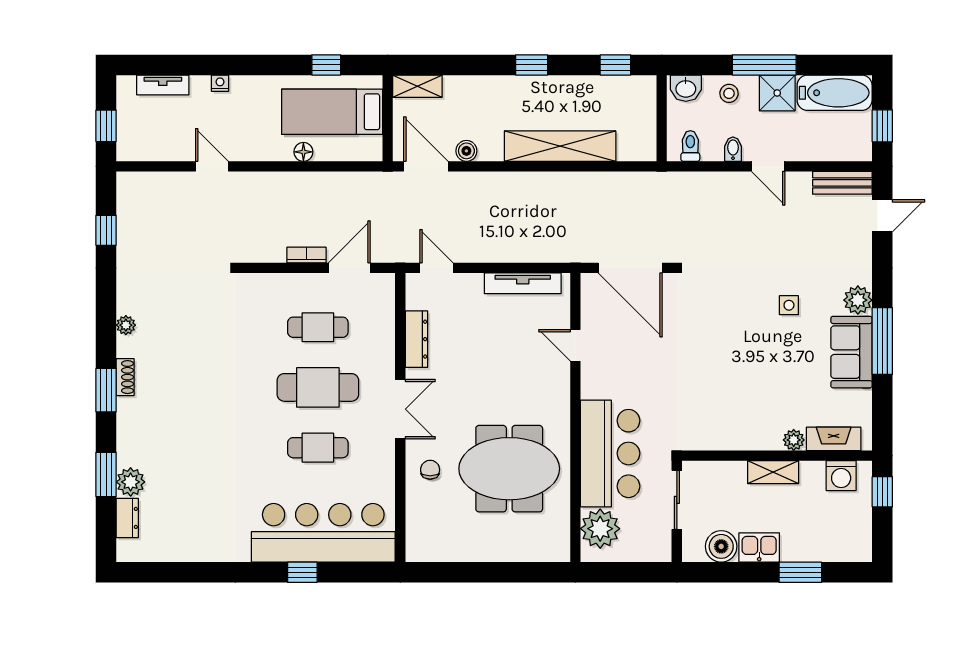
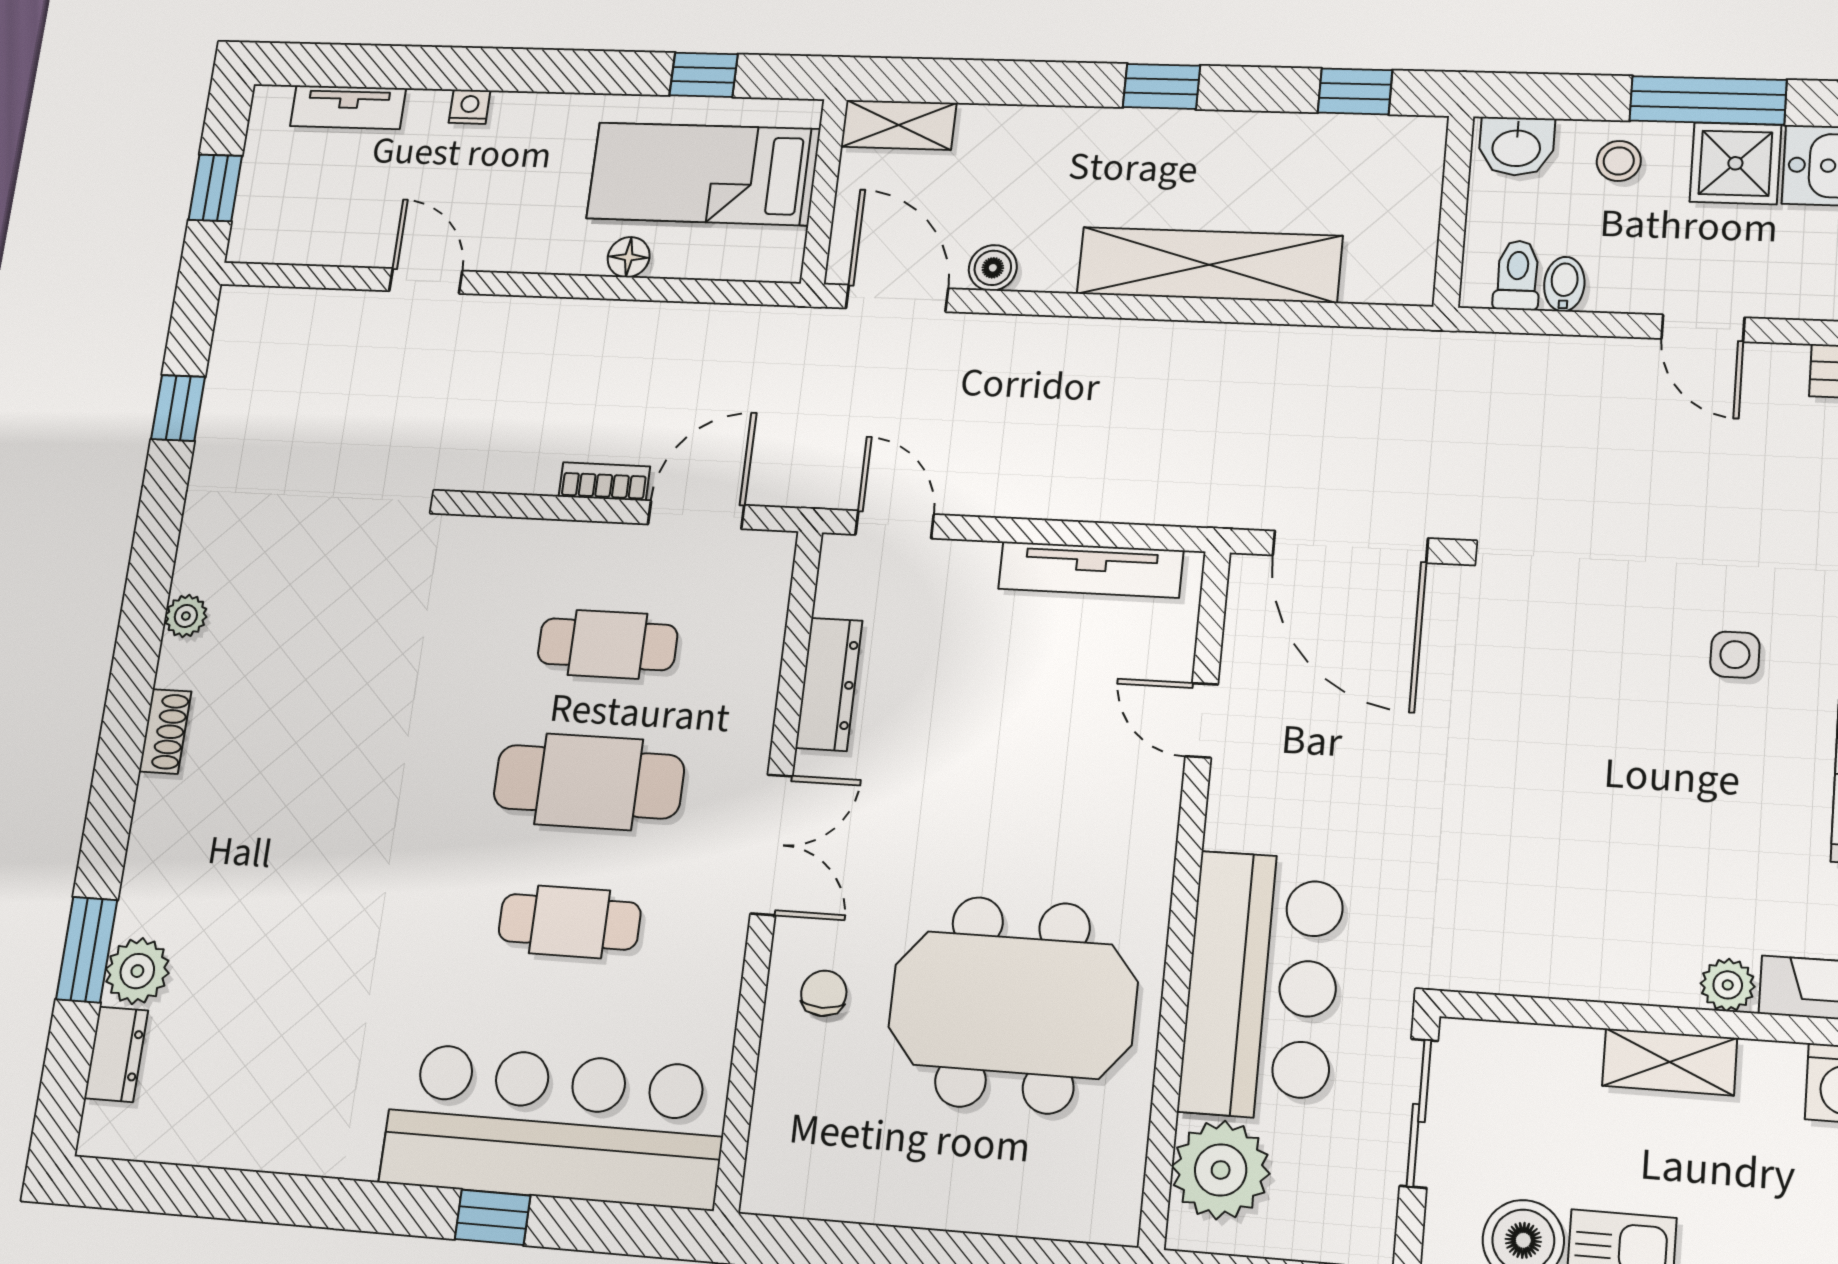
bidet: (733, 149) -> (1564, 284), moved
window: (106, 390) -> (119, 758), removed

